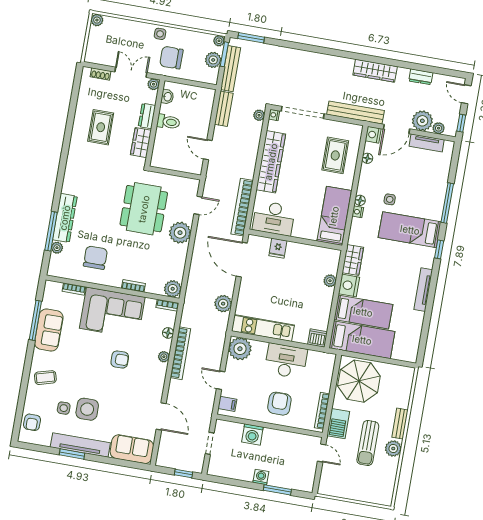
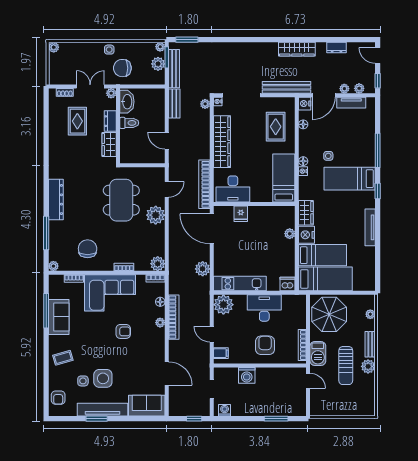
washbasin: (167, 97) -> (127, 102), width x1.91, depth x1.45
plant: (422, 121) -> (344, 89), width x0.53, depth x0.53
rug: (101, 127) -> (77, 121), moved
dresser: (65, 218) -> (56, 199), moved
plant: (57, 248) -> (53, 266), moved
plant: (406, 389) -> (370, 314), added
washing machine: (261, 477) -> (225, 410), moved

